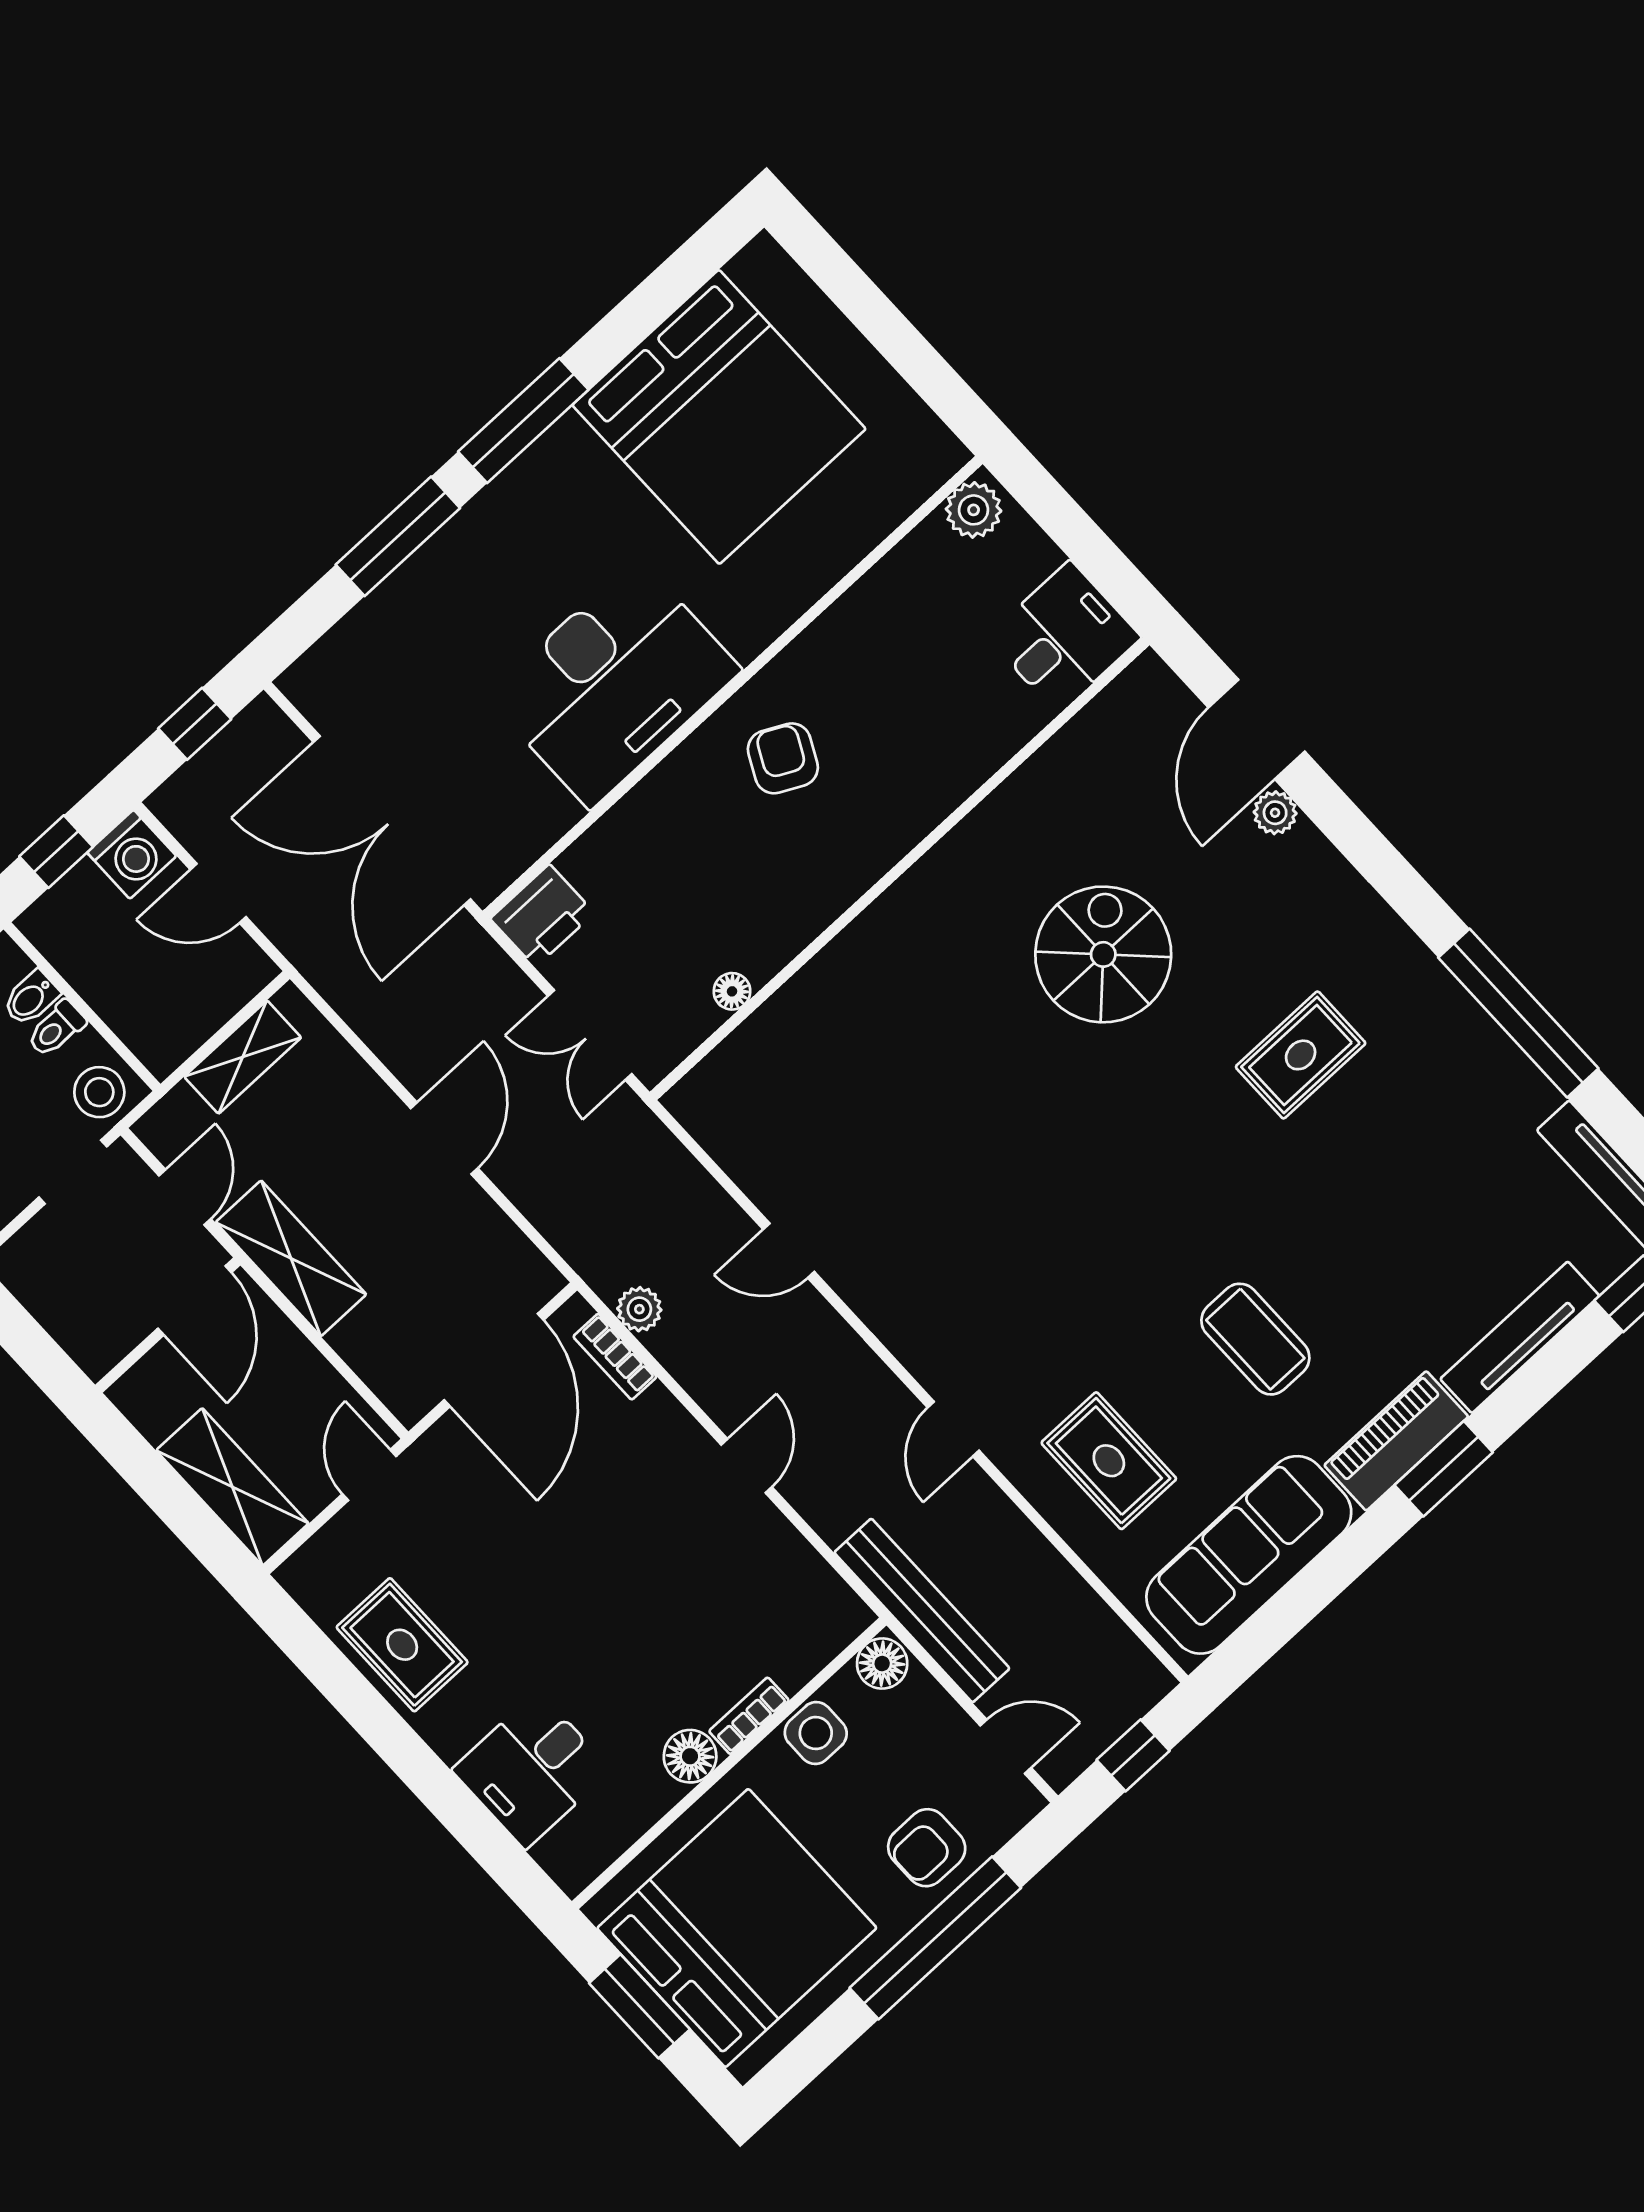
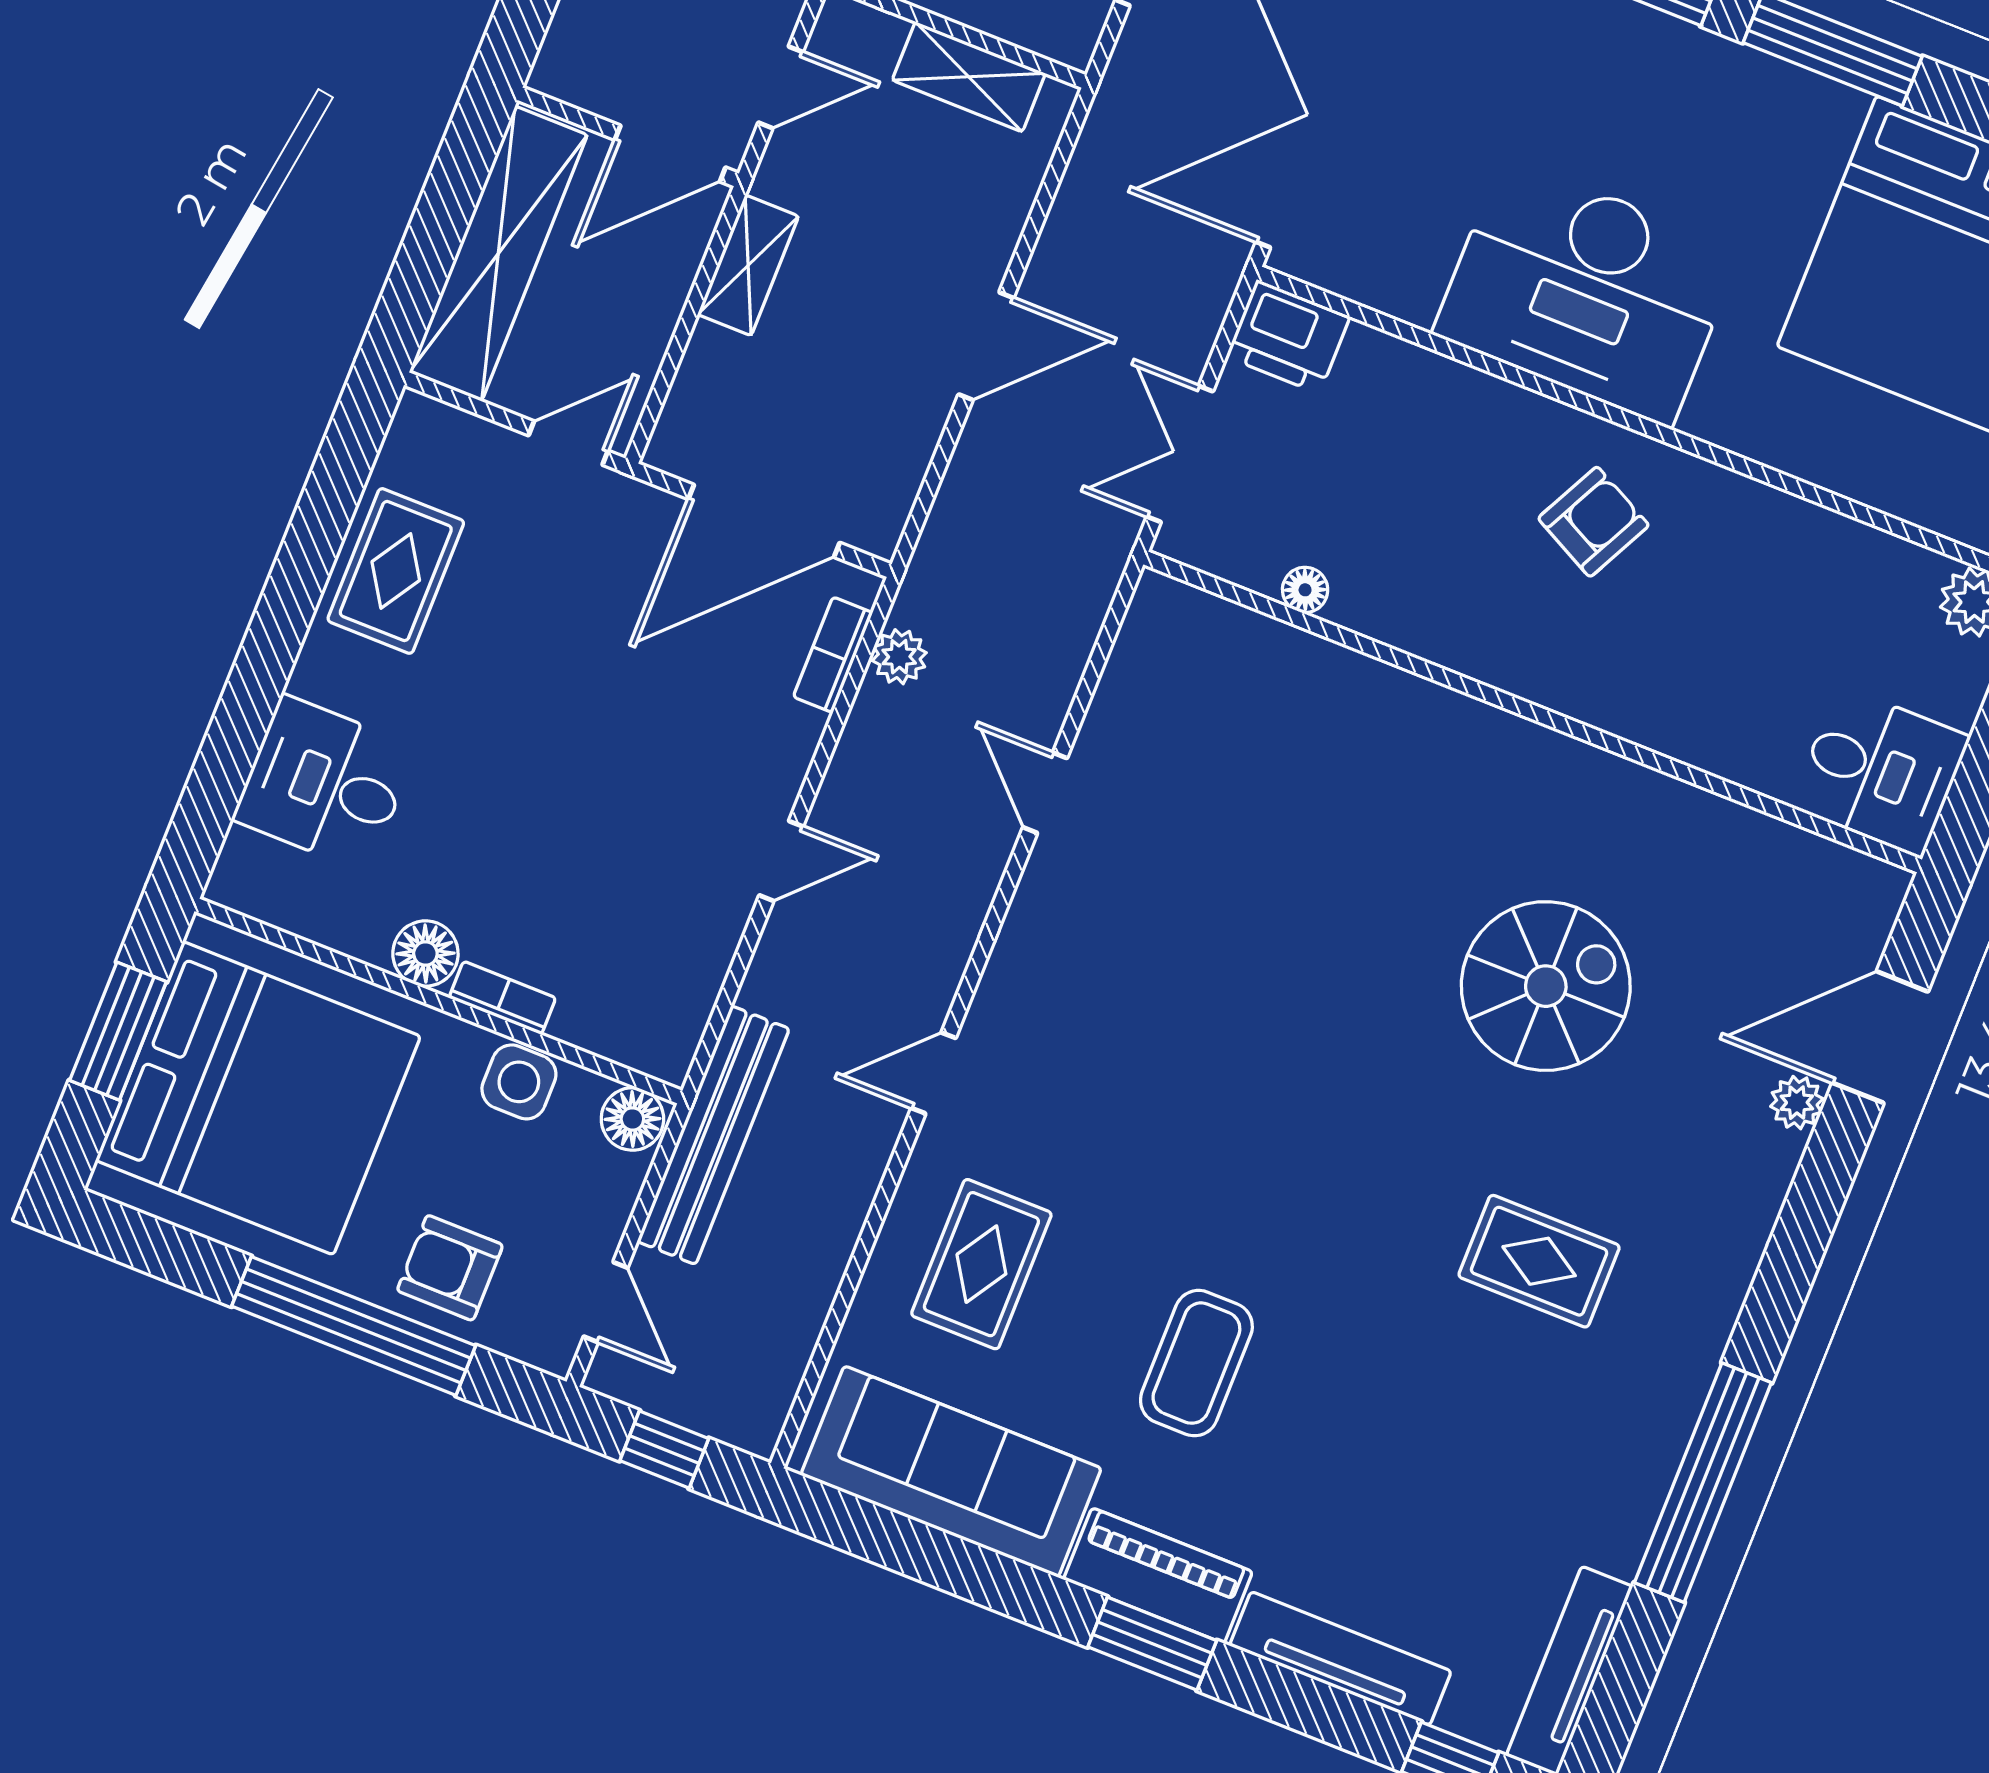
shelving: (291, 1258) -> (748, 265), width x0.67, depth x0.75
shelving: (232, 1487) -> (498, 254), width x1.47

